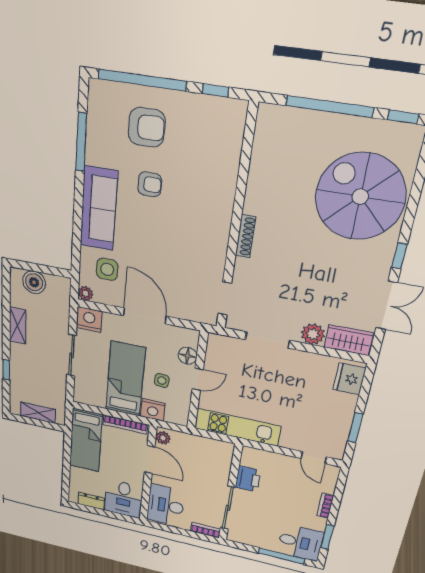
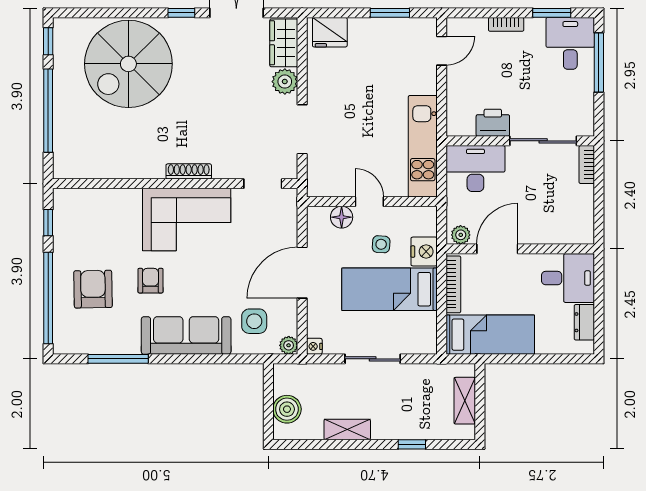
corner sofa: (202, 227) -> (187, 220), added
nightstand: (89, 319) -> (314, 346), width x0.53, depth x0.56
desk: (166, 505) -> (475, 169), moved, turned 180

